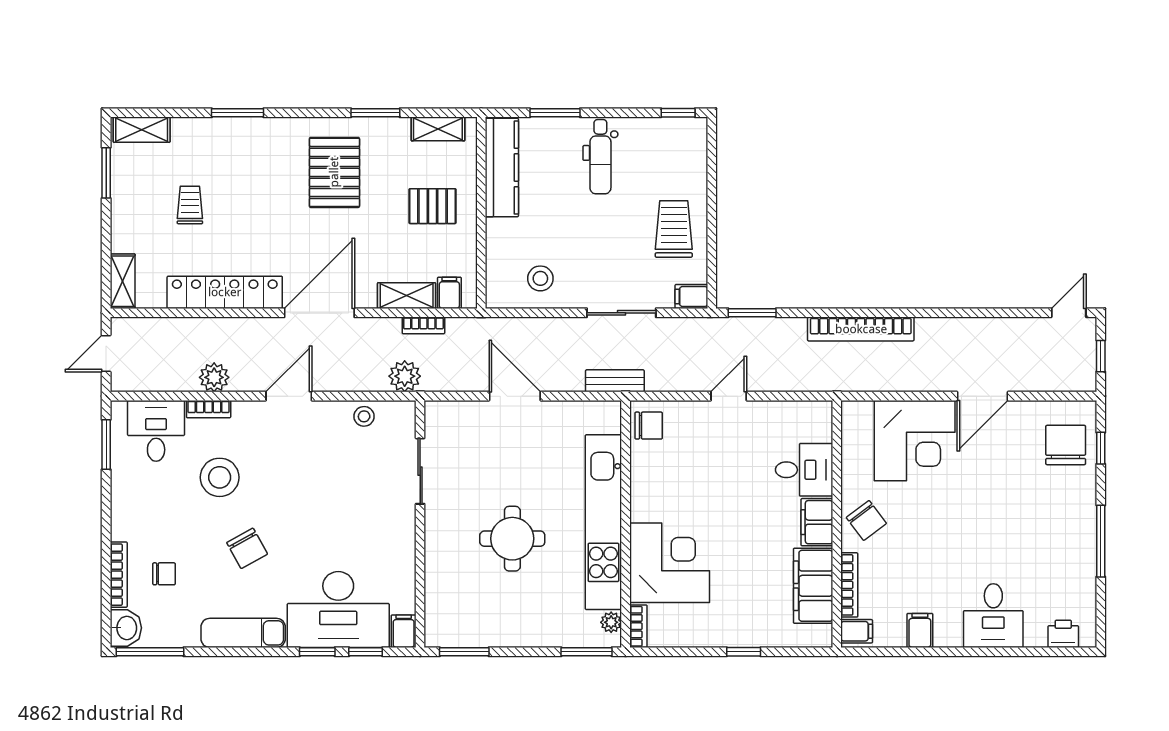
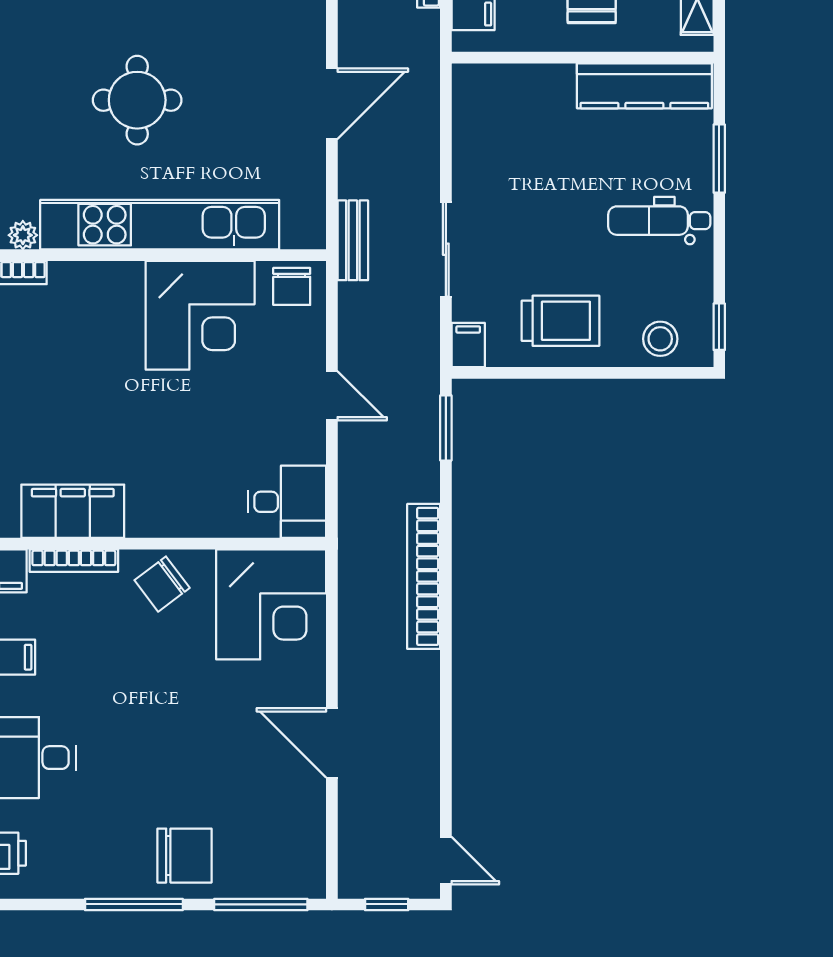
stool: (540, 278) -> (660, 339), moved
corner desk: (915, 441) -> (271, 604), moved, turned -90
chair: (1066, 445) -> (185, 856), moved
window: (1101, 448) -> (261, 904), width x2.17
desk: (804, 470) -> (287, 502), moved, turned -90
filing cabinet: (817, 522) -> (160, 516), removed
corner desk: (670, 563) -> (200, 315), moved

